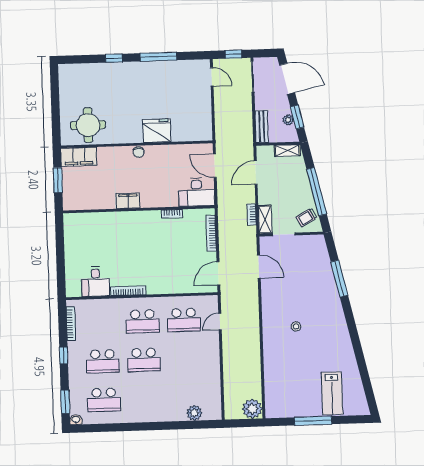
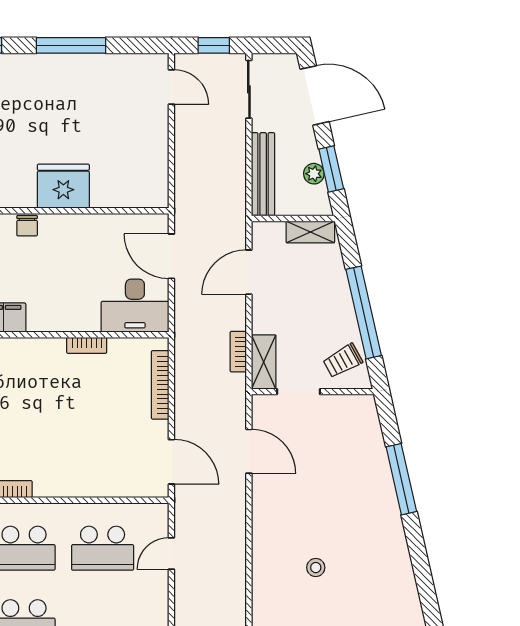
bench: (262, 127) -> (263, 174), width x1.36
door: (218, 273) -> (171, 462), swing flipped

